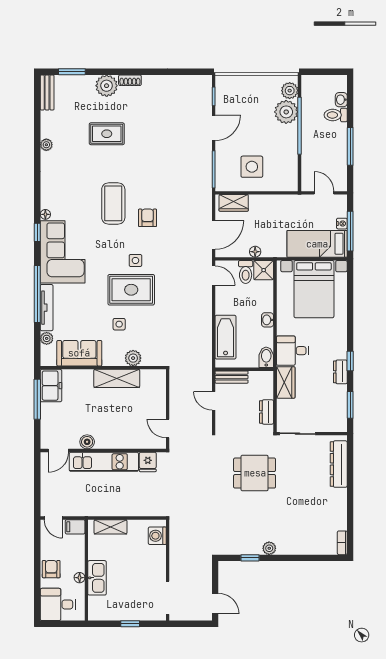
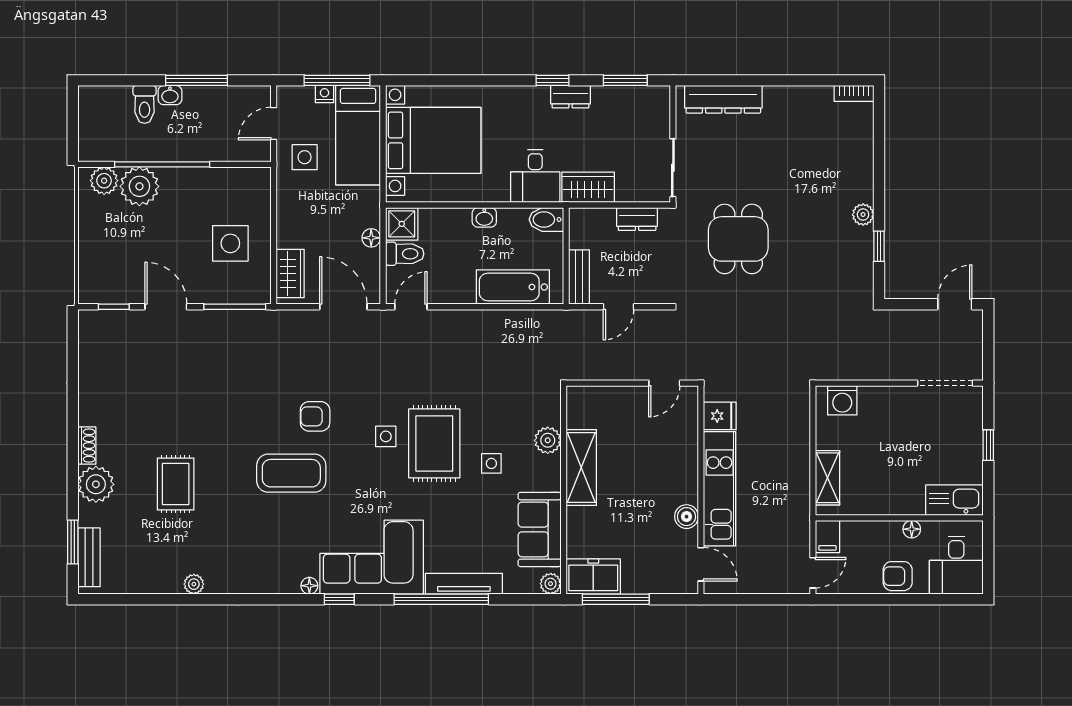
bench: (47, 92) -> (89, 557), moved, turned 90
washbasin: (341, 100) -> (170, 95), moved
side table: (304, 211) -> (305, 157), added
plant: (47, 338) -> (551, 584), moved
kitchen sink: (97, 578) -> (954, 500), moved

